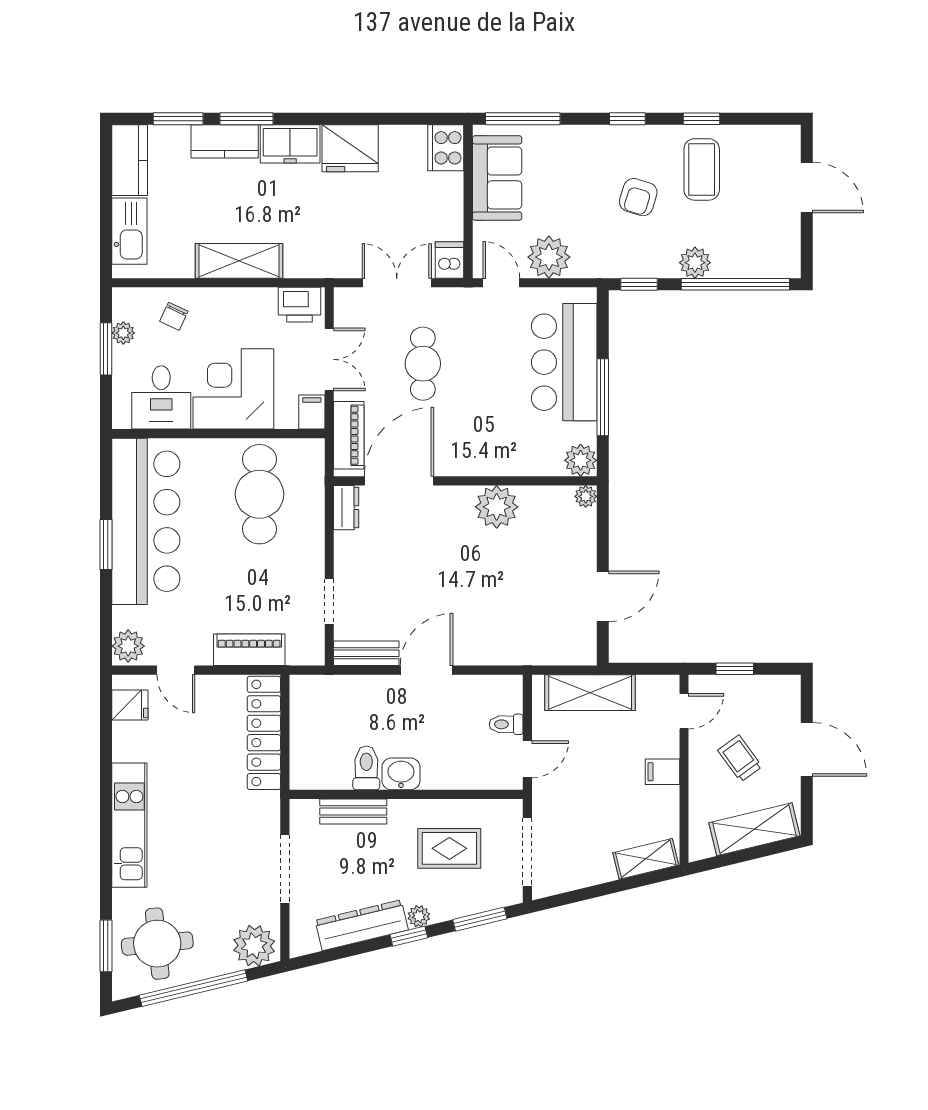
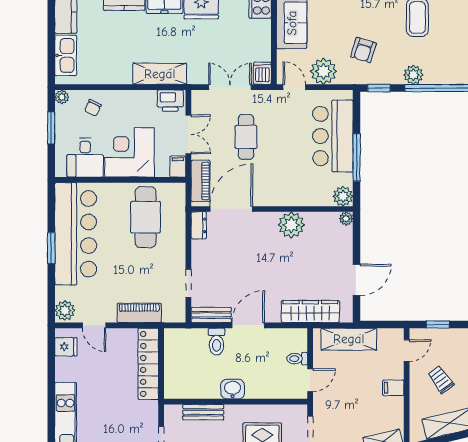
armchair: (638, 197) -> (363, 50), moved
shelving: (239, 261) -> (160, 74), moved
plant: (123, 333) -> (62, 97), moved
wardrobe: (528, 648) -> (310, 311), added
toilet: (366, 768) -> (217, 342), moved, turned 180

